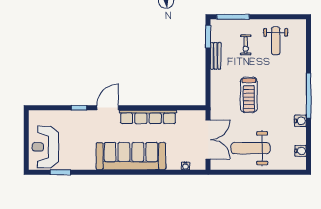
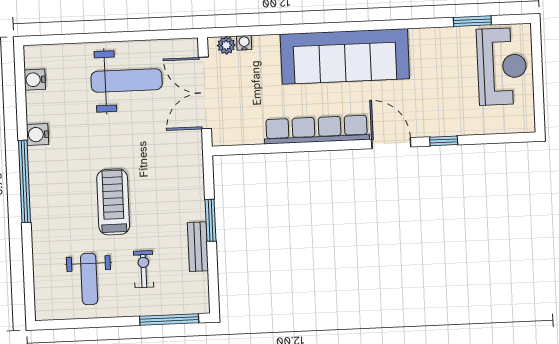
window: (208, 36) -> (210, 220), moved
weight bench: (276, 41) -> (89, 279), turned 180
treadmill: (249, 95) -> (113, 202), moved
door: (108, 108) -> (391, 143), swing flipped
plant: (195, 165) -> (226, 45), added

